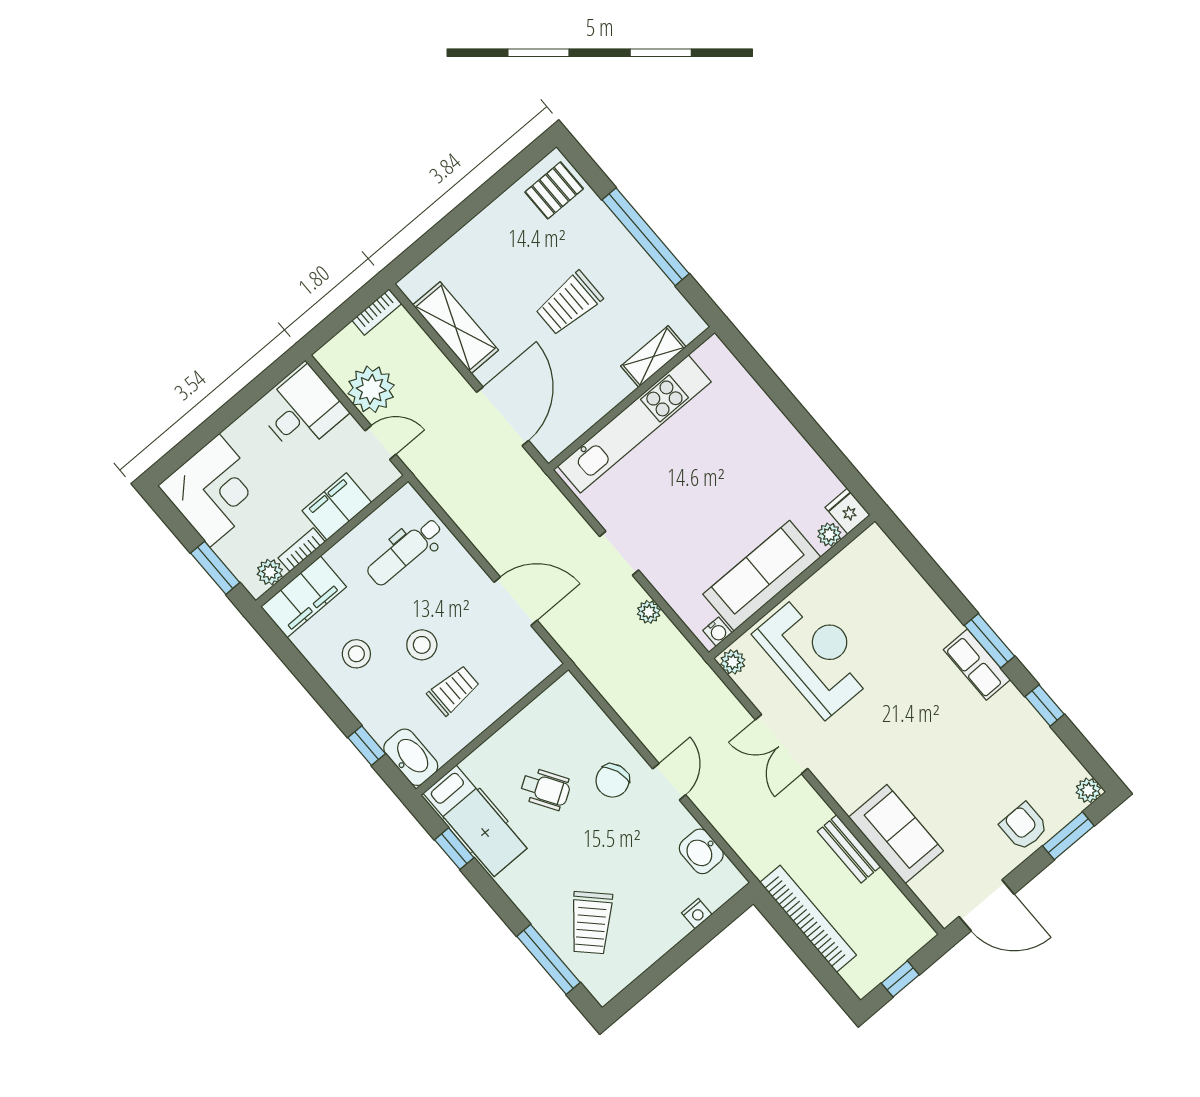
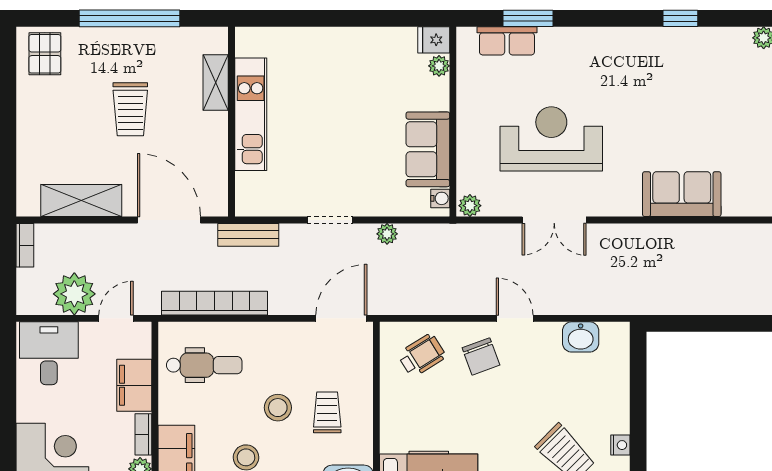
kitchen unit: (634, 424) -> (251, 114), width x0.73
dental chair: (405, 552) -> (204, 365), turned -90
sofa: (762, 576) -> (428, 149), width x0.73
door: (516, 601) -> (341, 318), moved
window: (989, 641) -> (528, 18), moved
reception desk: (815, 654) -> (551, 139), moved
row of seats: (977, 665) -> (507, 41), moved
wheelchair: (546, 789) -> (422, 355), moved
armchair: (1024, 826) -> (751, 103), removed
bench: (849, 849) -> (248, 235), moved
nightstand: (697, 914) -> (620, 445), moved
bookcase: (808, 919) -> (214, 303), moved

